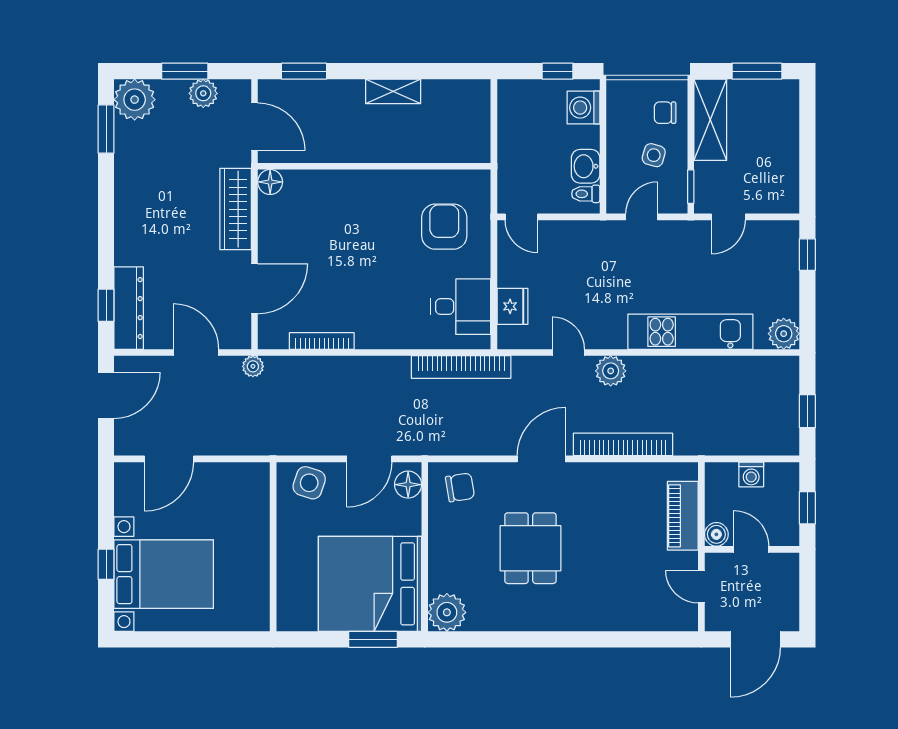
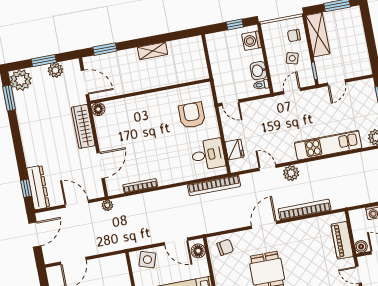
door: (369, 459) -> (176, 241), hinge flipped

